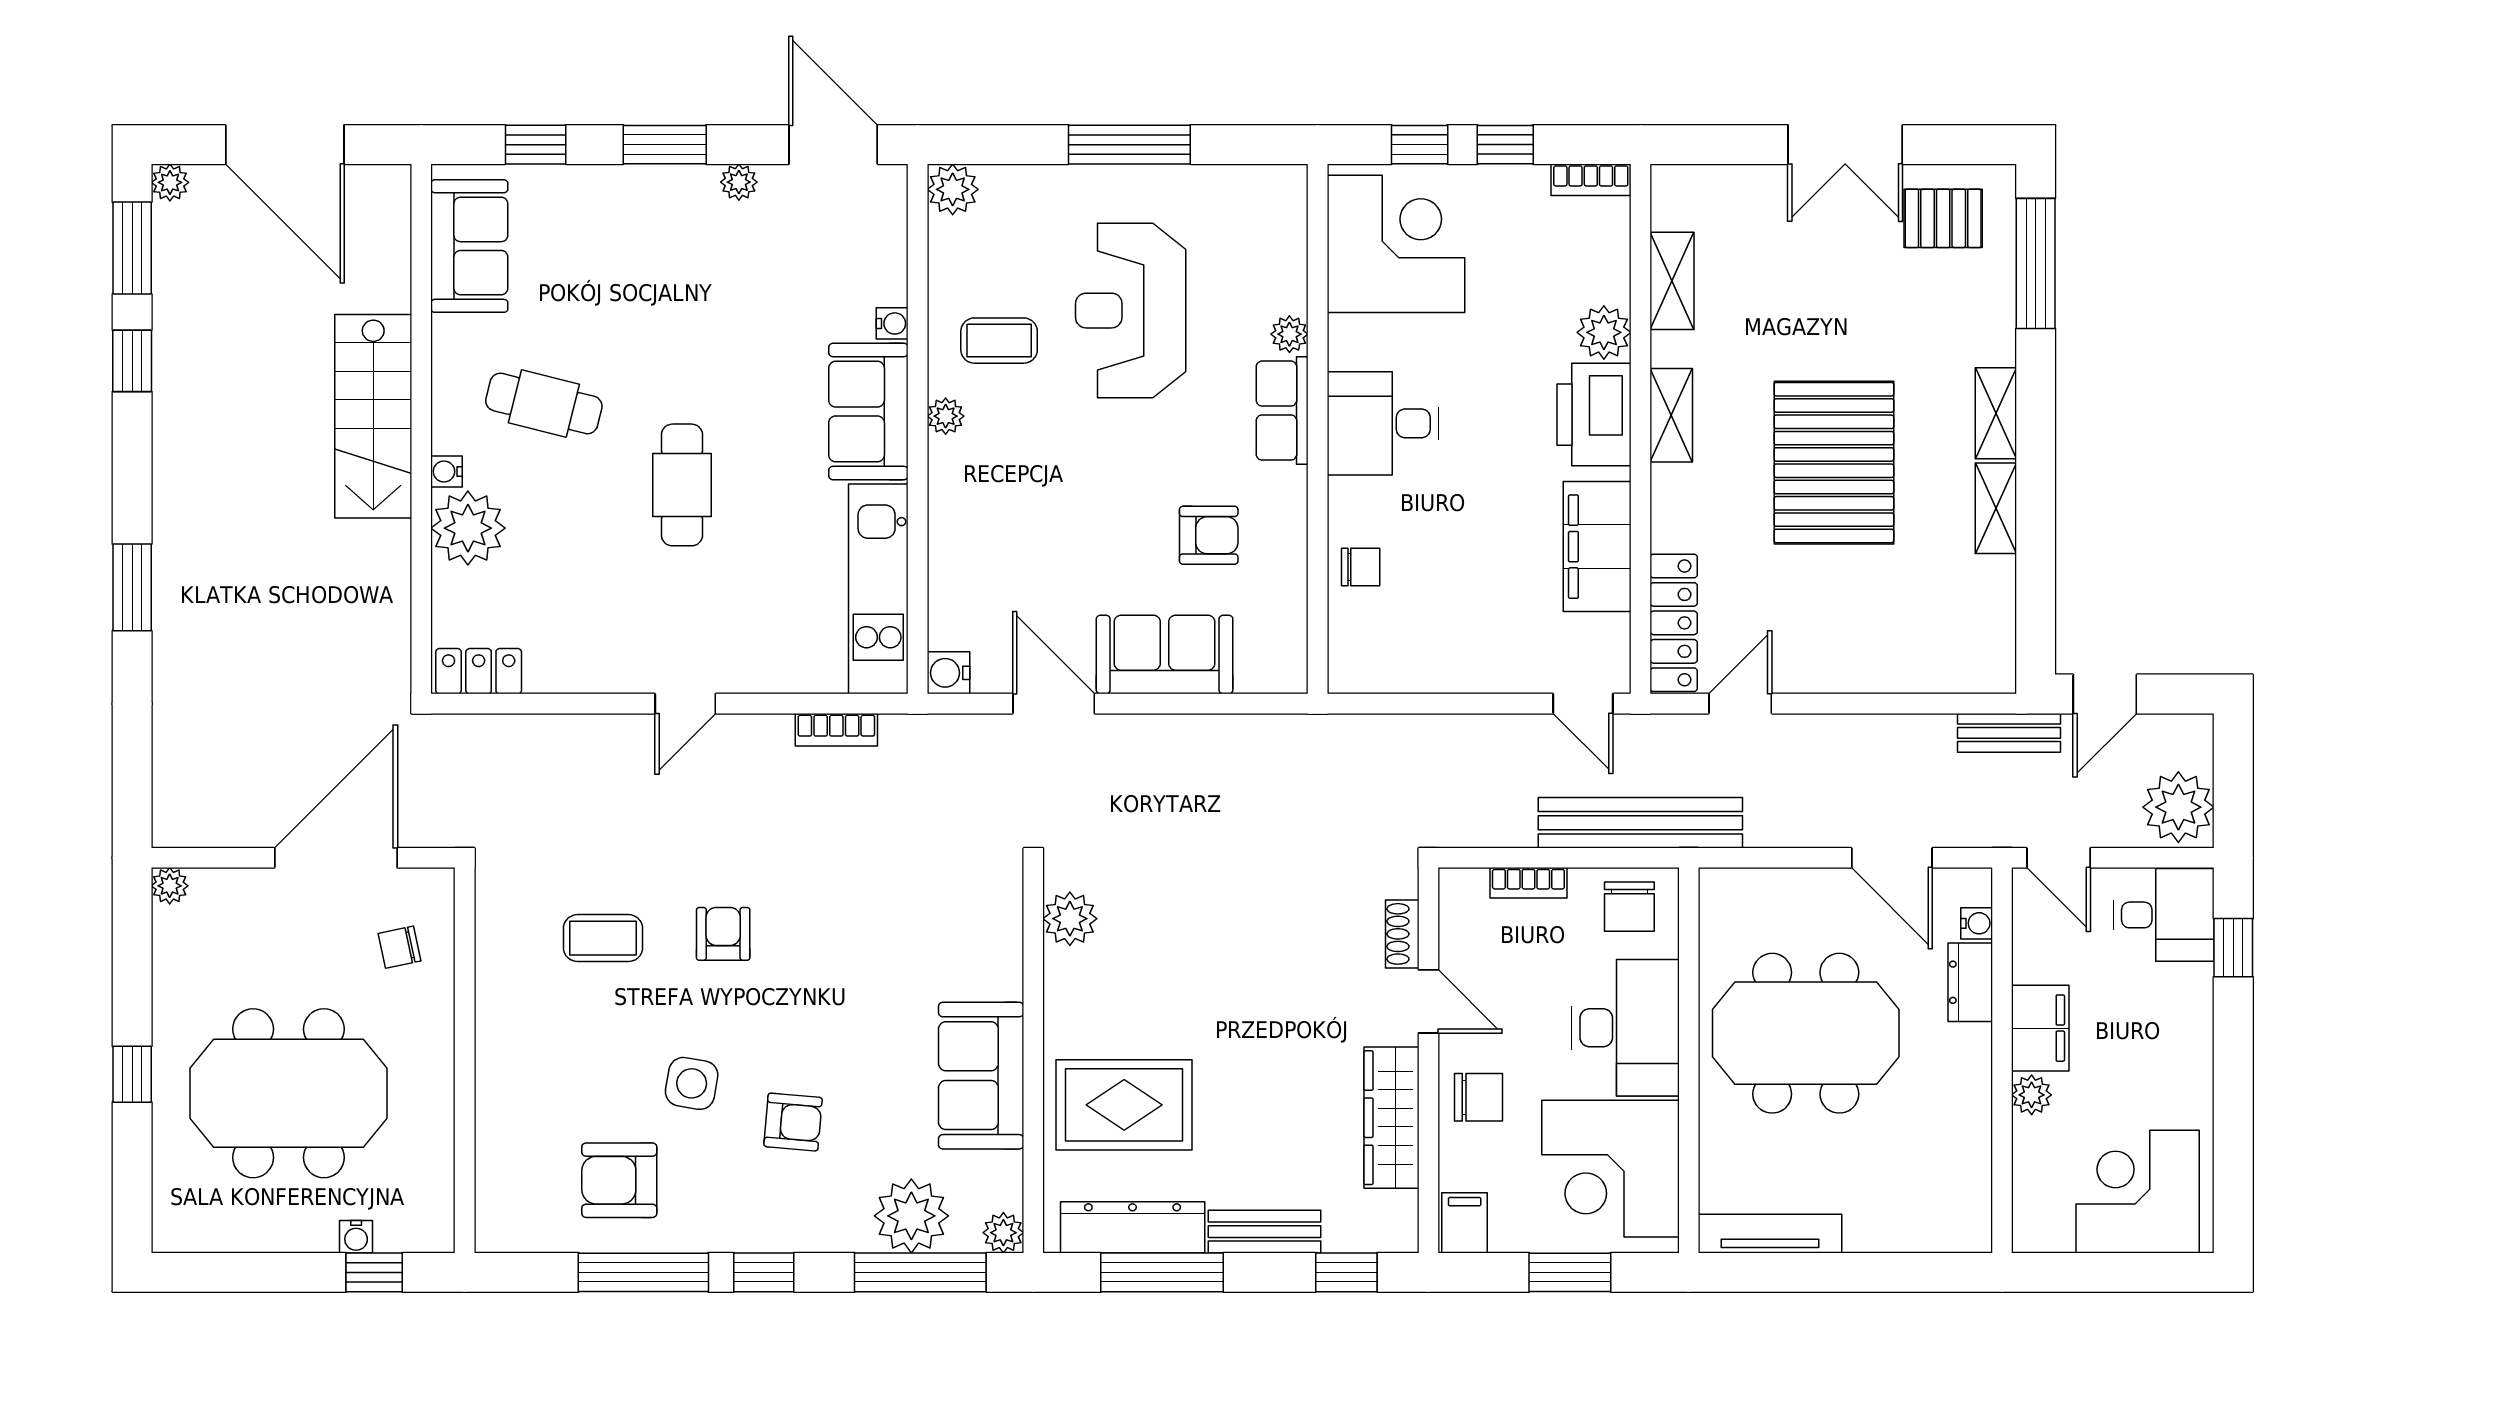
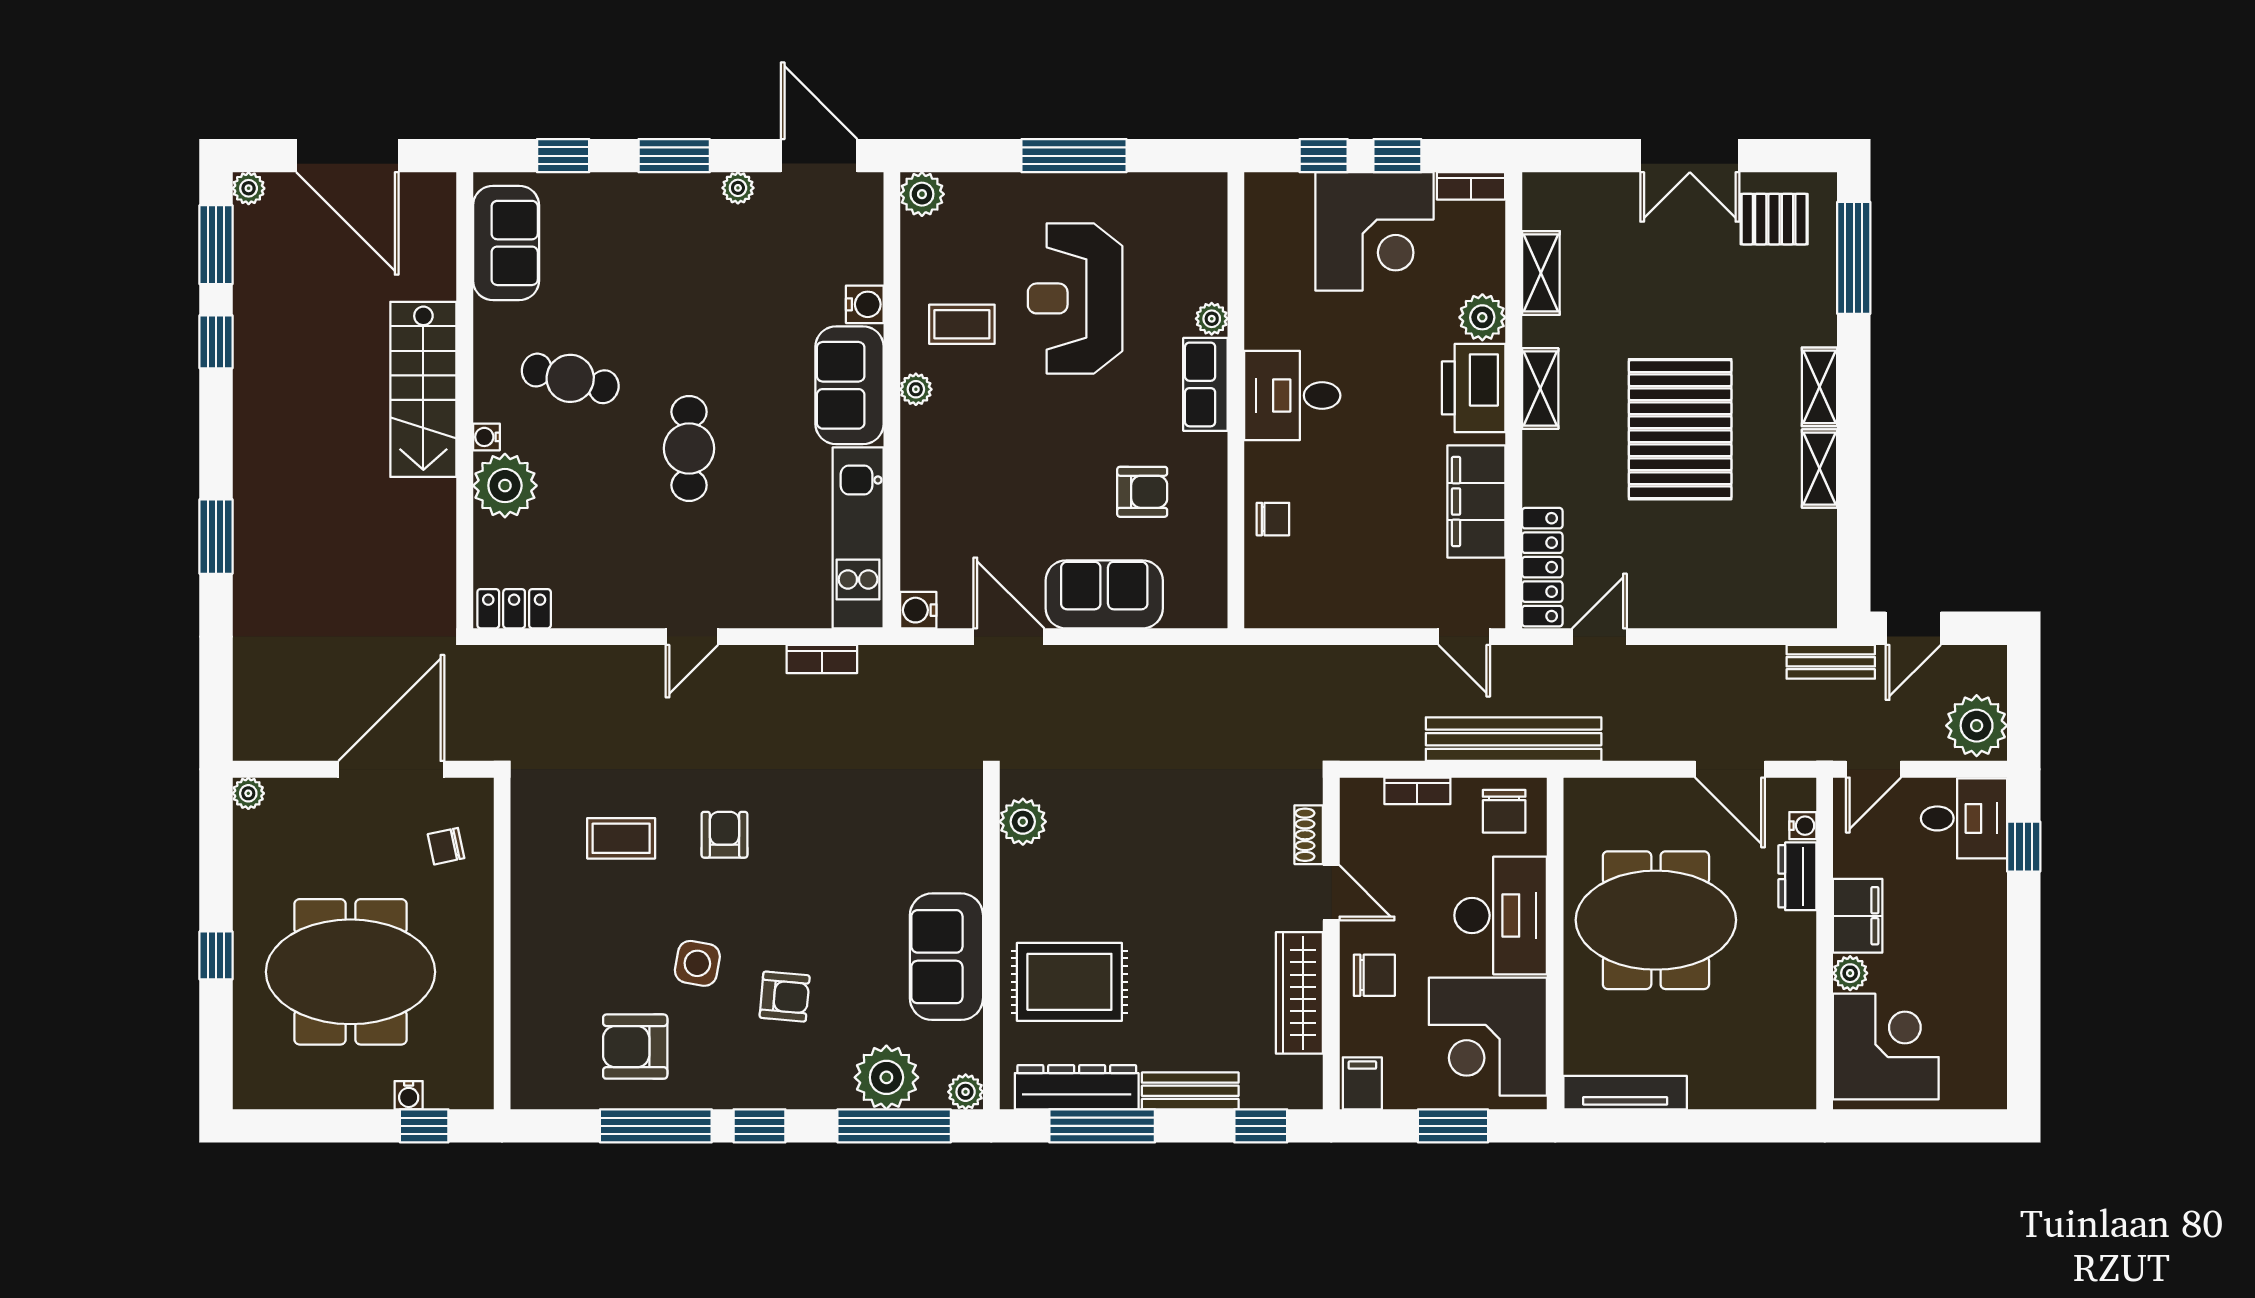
corner desk: (1396, 244) -> (1374, 231), moved, turned 90
water cooler: (892, 323) -> (865, 304), width x1.38, depth x1.38
door: (2059, 858) -> (1873, 769), hinge flipped
corner desk: (2138, 1192) -> (1886, 1047), moved, turned 90

